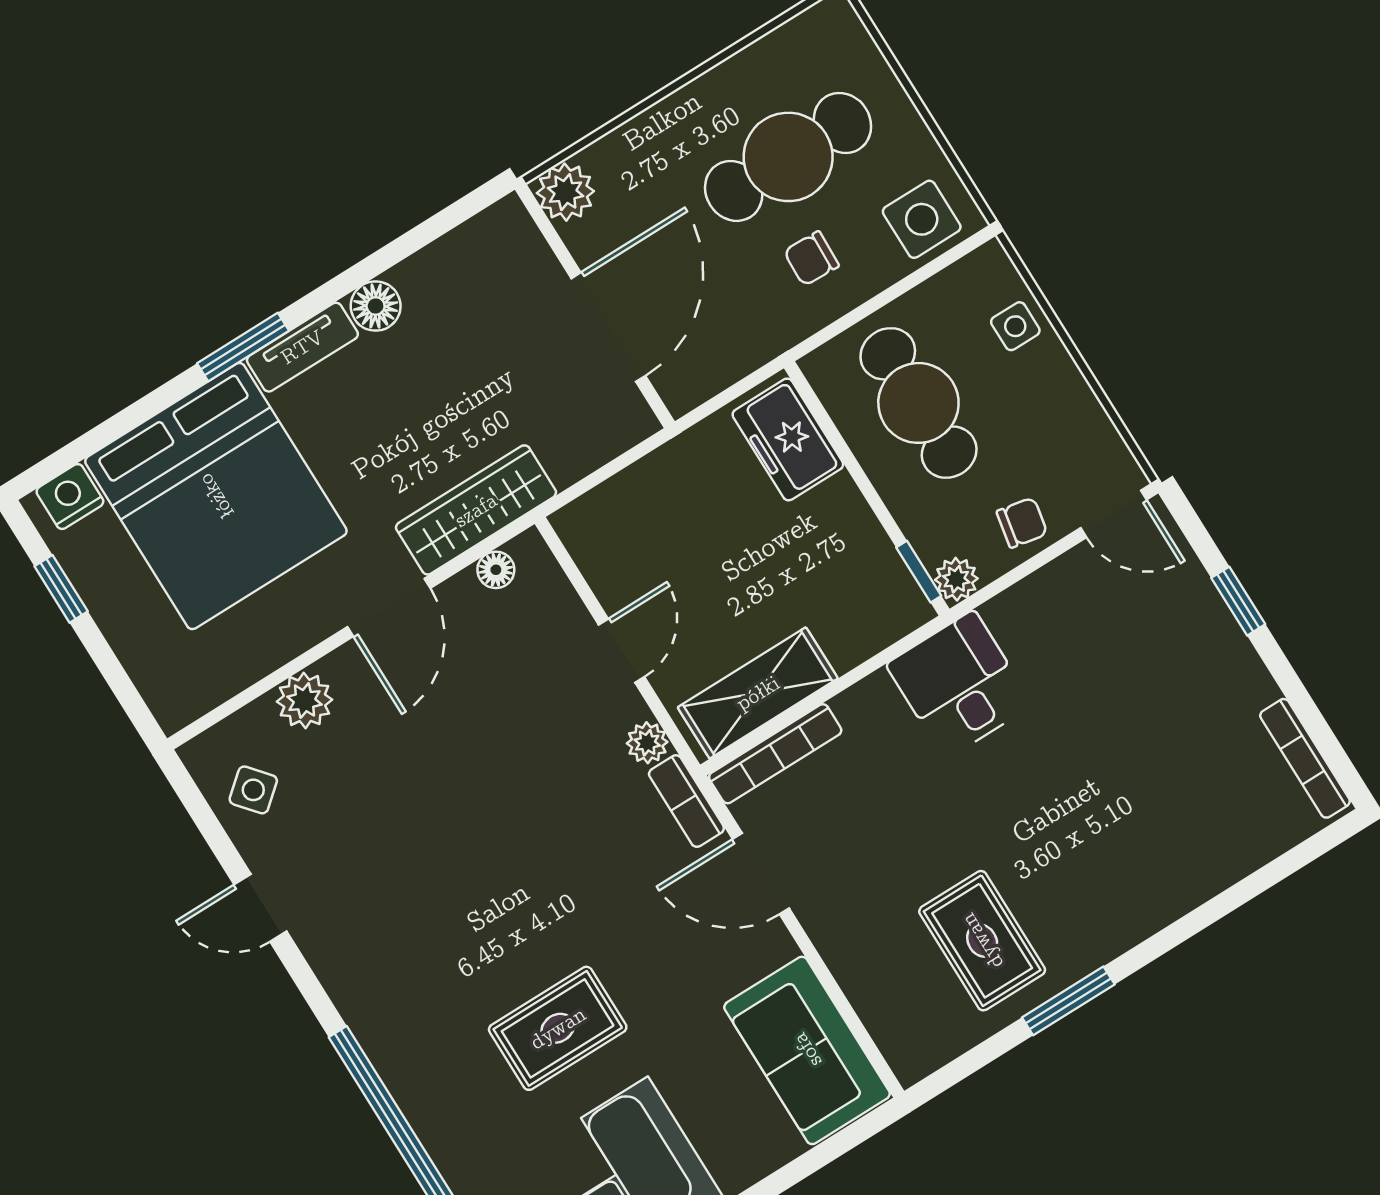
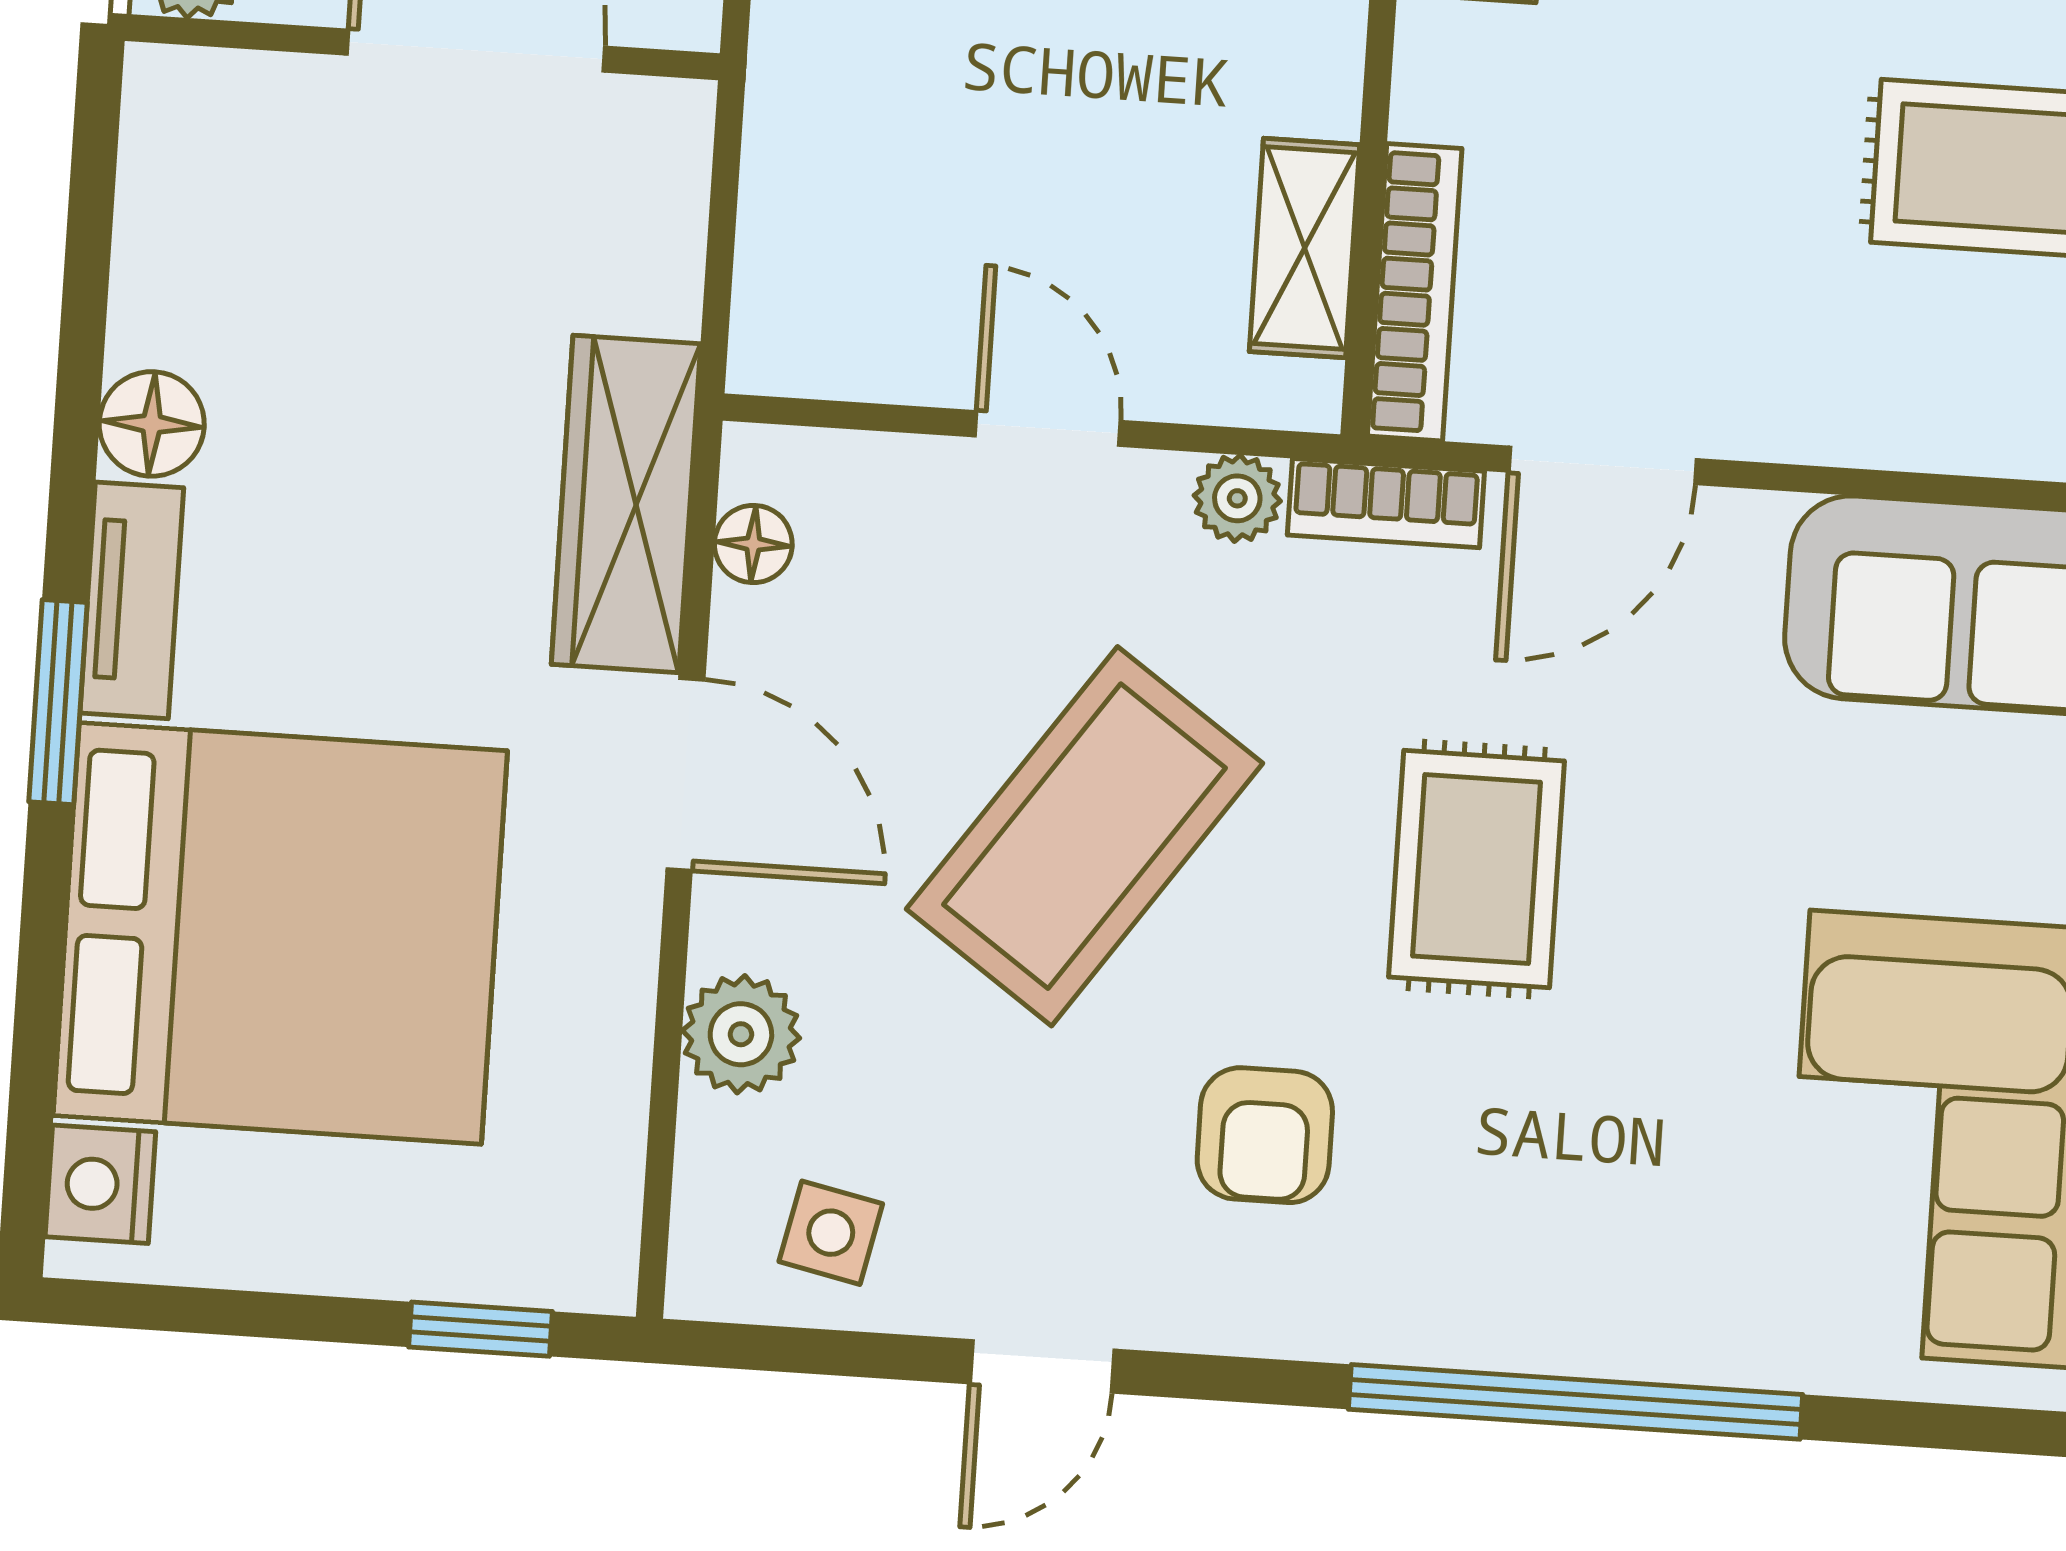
window: (61, 589) -> (480, 1329), moved
shelving: (758, 693) -> (1305, 248), width x0.67, depth x0.75
coffee table: (475, 778) -> (1084, 836), added
side table: (253, 790) -> (831, 1233), turned -38
armchair: (411, 929) -> (1265, 1135), added
rug: (558, 1028) -> (1477, 869), moved

